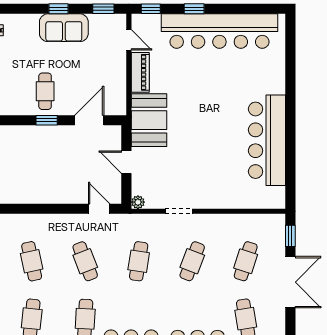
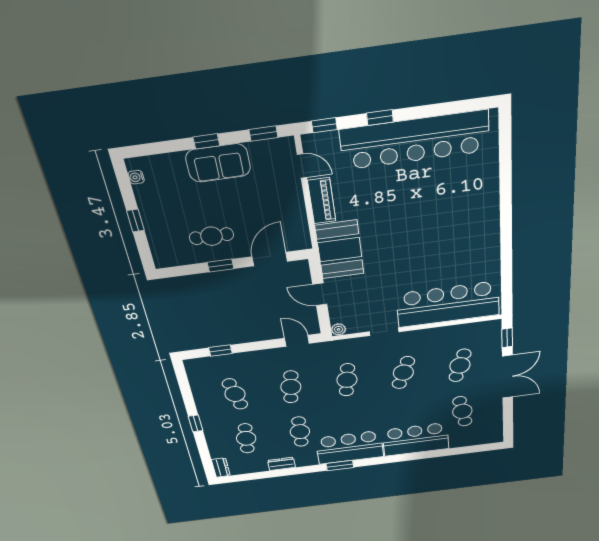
cafe table: (45, 91) -> (211, 236), turned 90
bar counter: (267, 140) -> (448, 304), moved, turned 90
window: (29, 209) -> (220, 351), added
cafe table: (85, 261) -> (291, 387), turned 30

